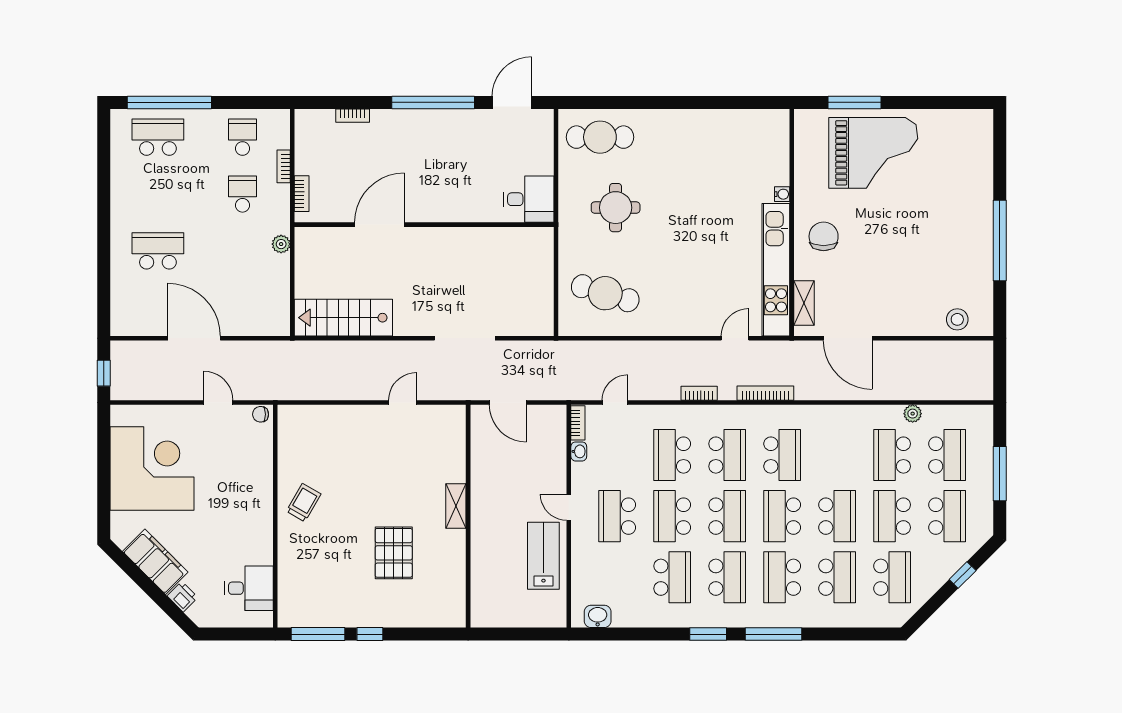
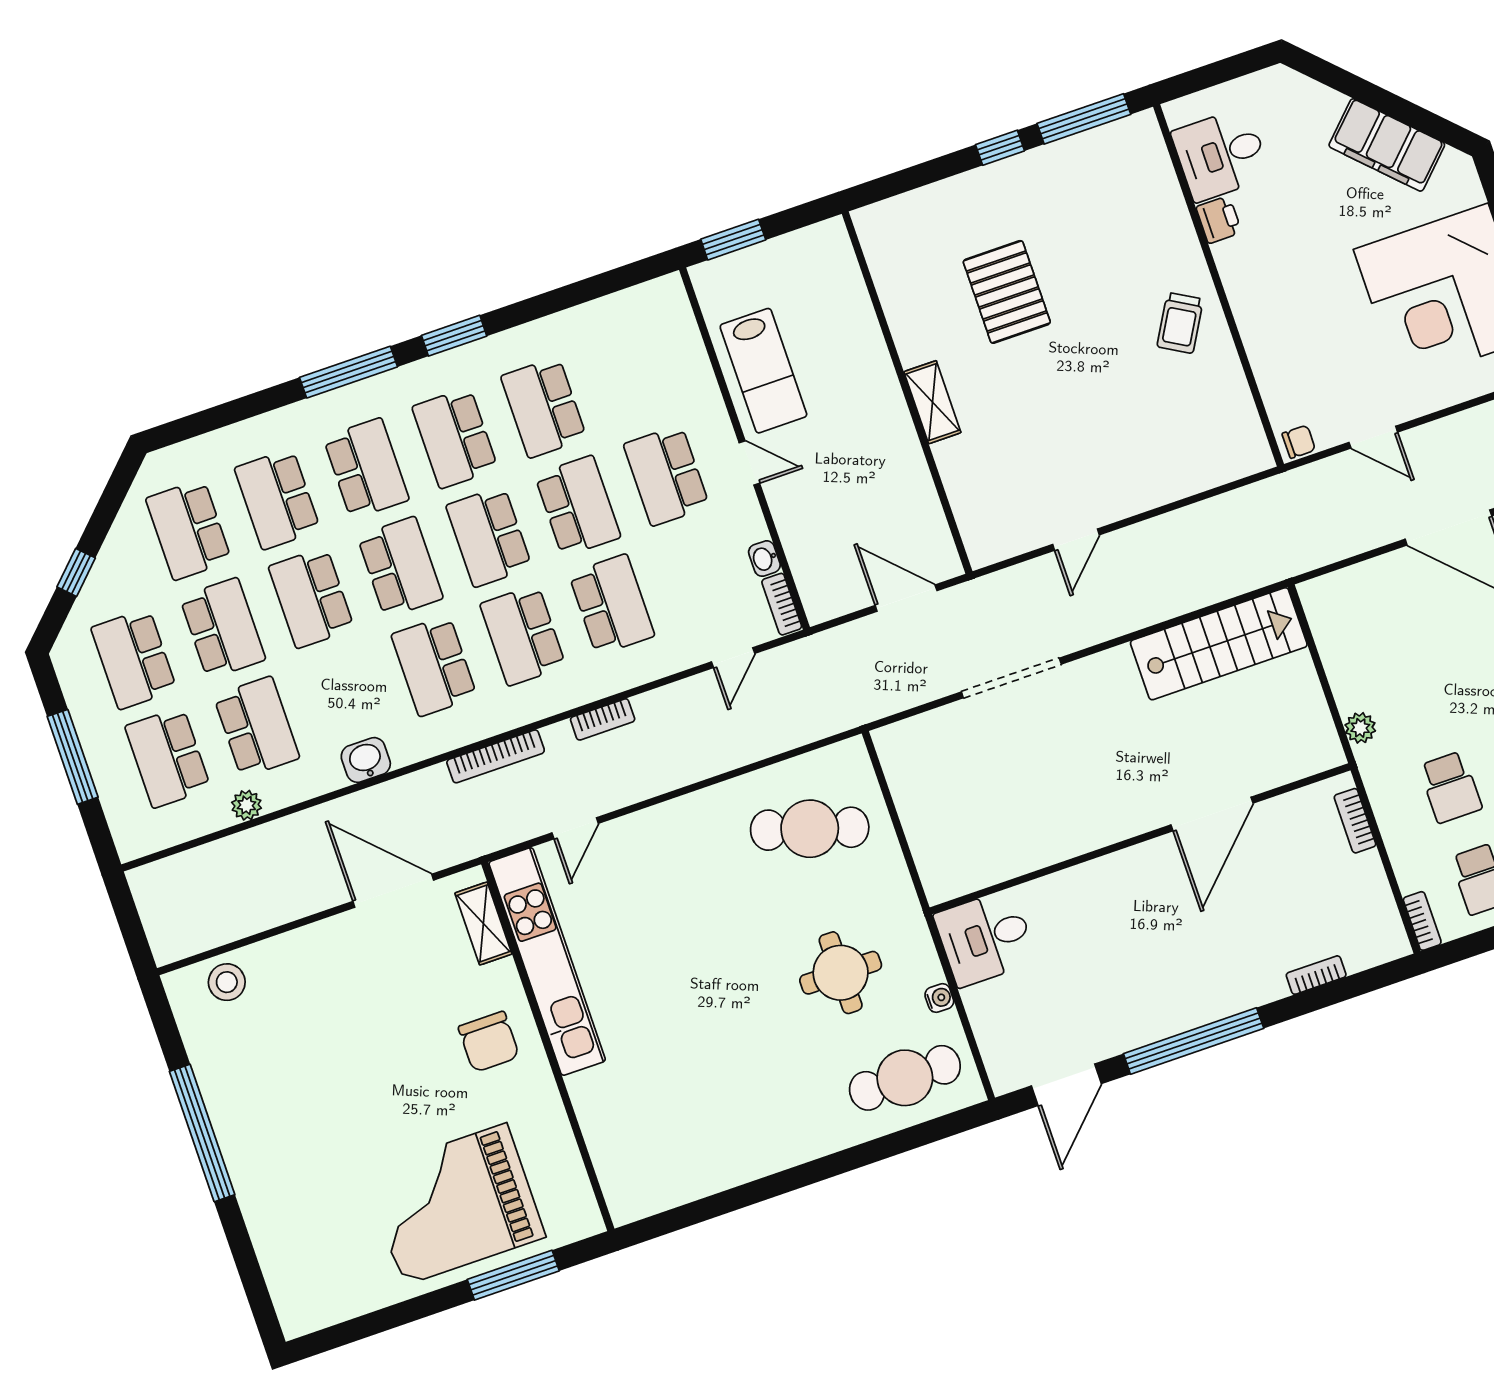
bookcase: (284, 166) -> (1422, 921), moved
water cooler: (782, 194) -> (939, 998), moved, turned 180
school desk: (617, 516) -> (666, 475), turned 180
printer: (182, 597) -> (1219, 220), moved, turned -135
washbasin: (598, 616) -> (366, 760), moved, turned 180
window: (535, 634) -> (733, 240), added

